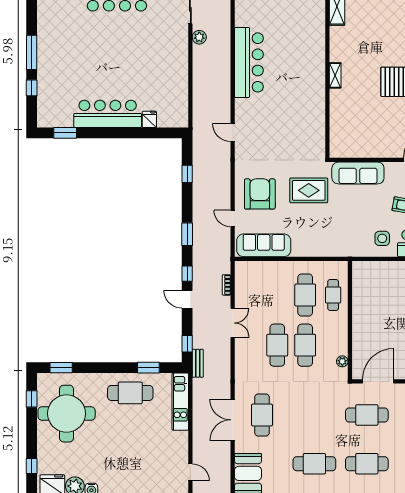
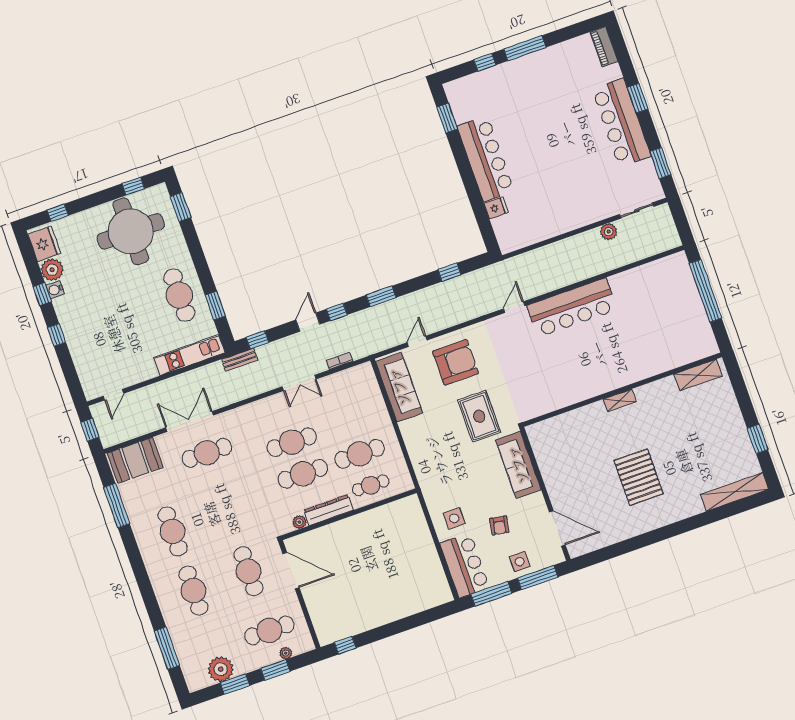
bar counter: (249, 62) -> (572, 308), moved
dresser: (341, 335) -> (329, 510), added

